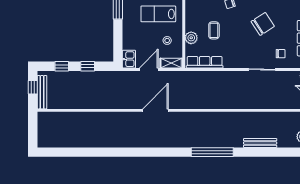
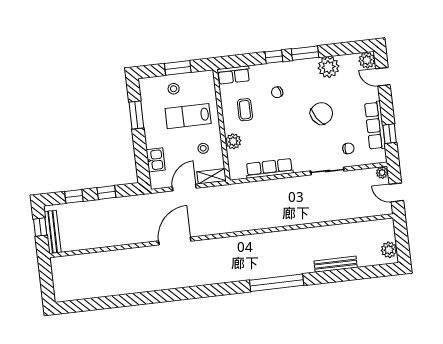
coffee table: (214, 30) -> (245, 110), moved
kitchen sink: (129, 59) -> (156, 160), moved
row of seats: (205, 62) -> (269, 168), moved
door: (155, 110) -> (175, 241), moved

